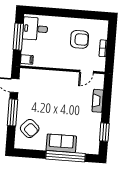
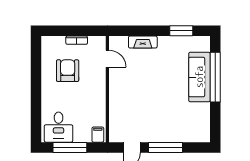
armchair: (30, 128) -> (184, 125), removed
sofa: (61, 143) -> (199, 77), width x1.36

